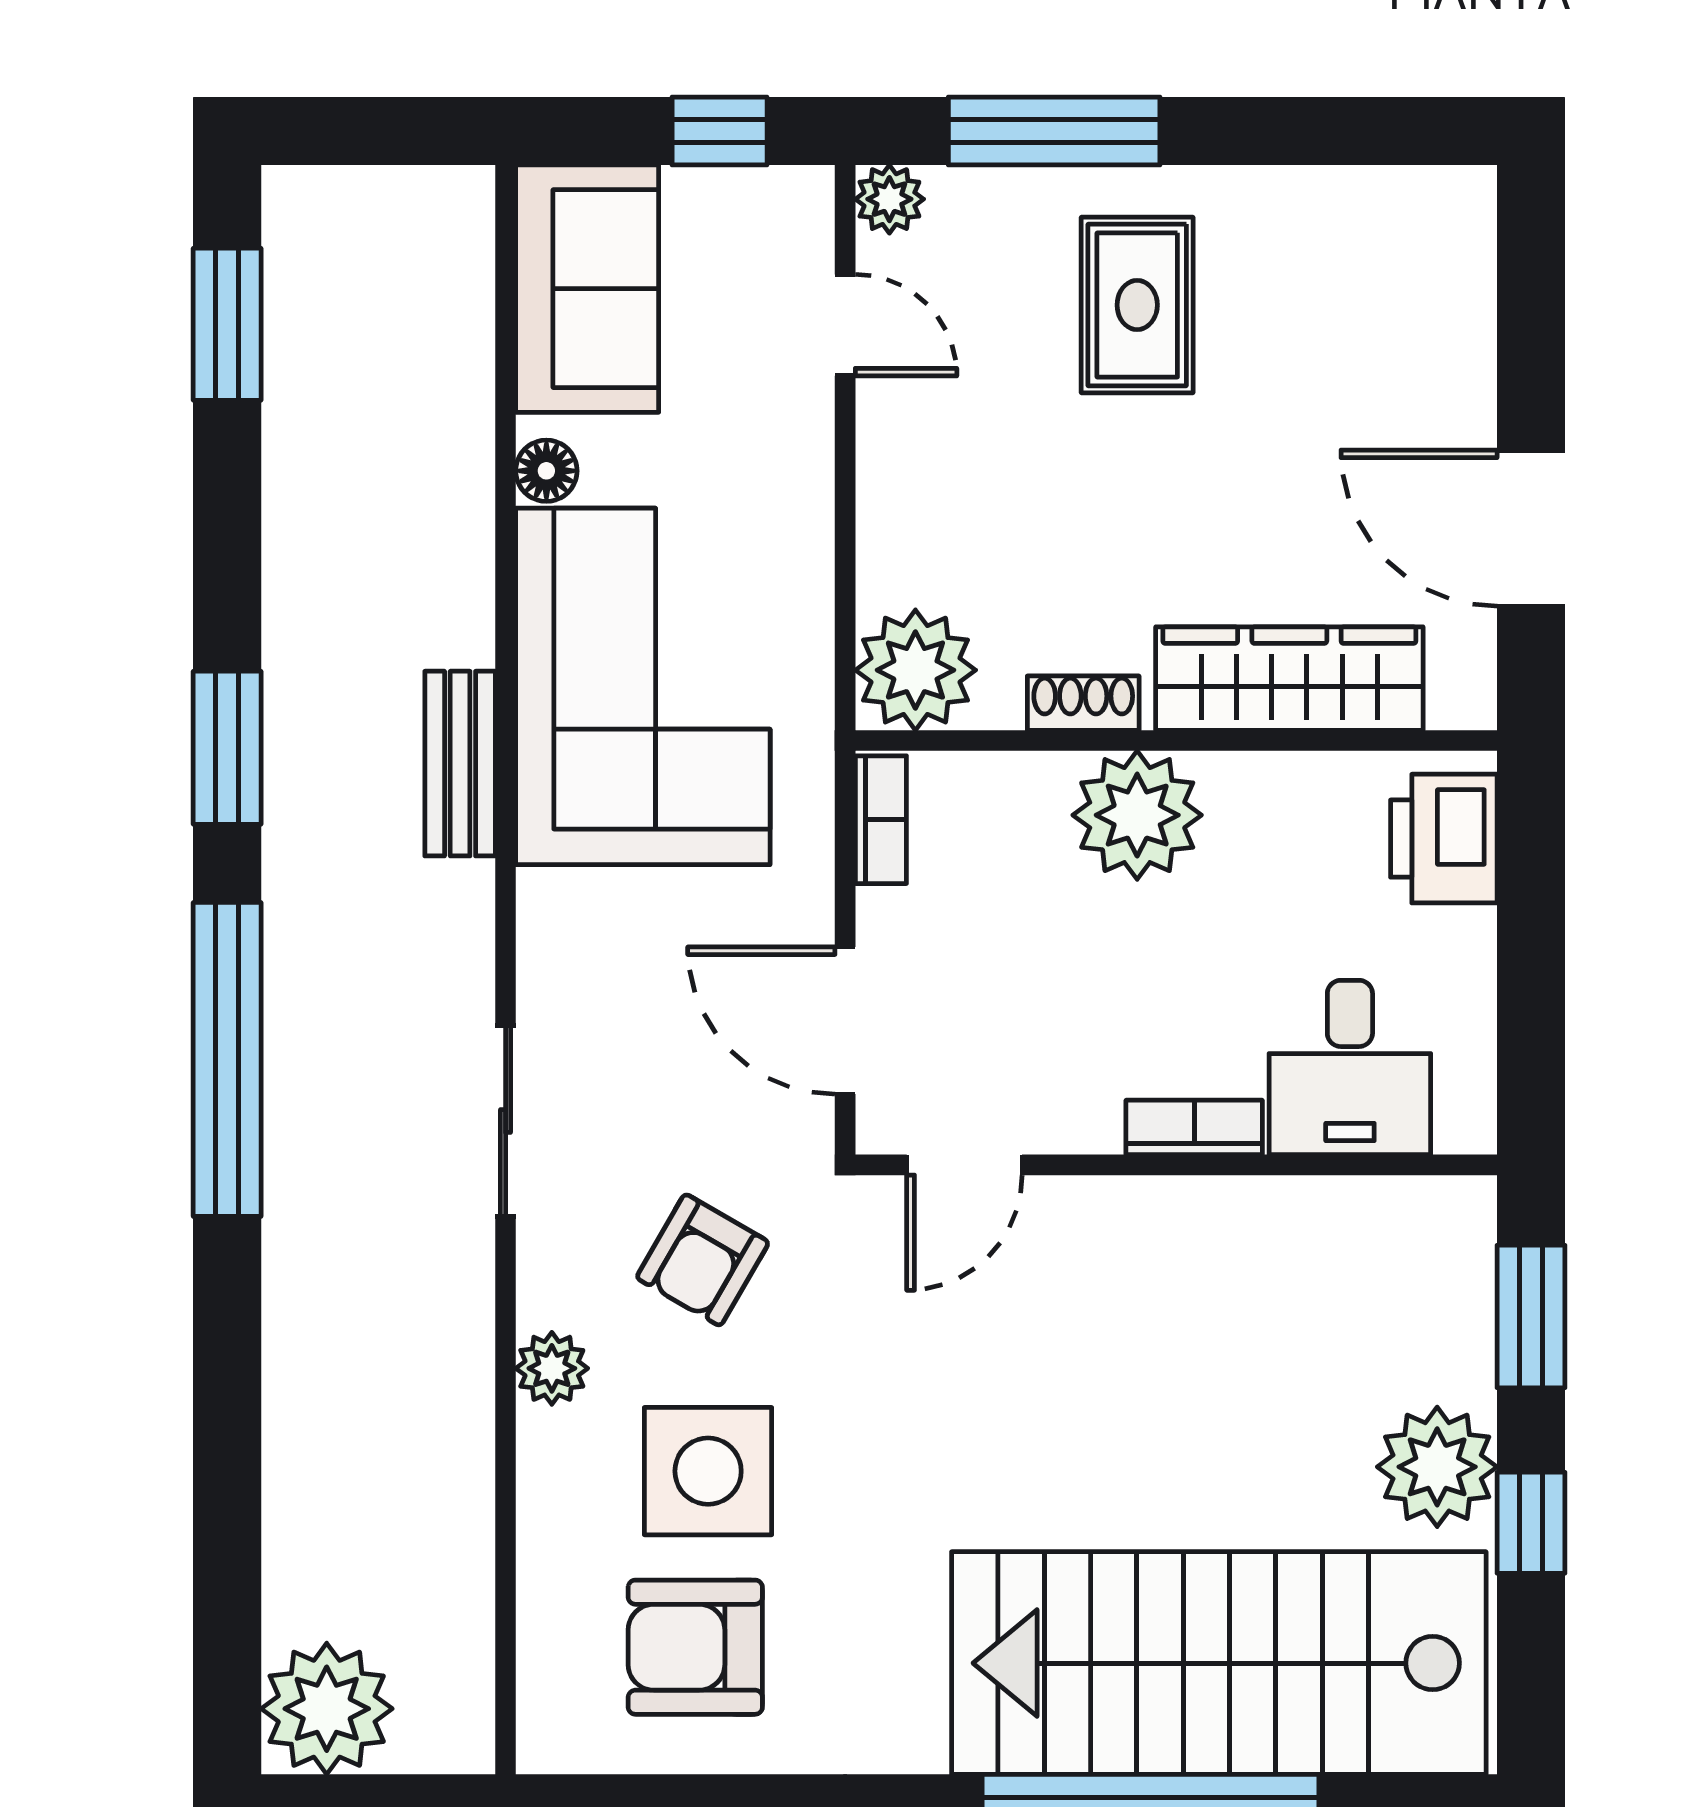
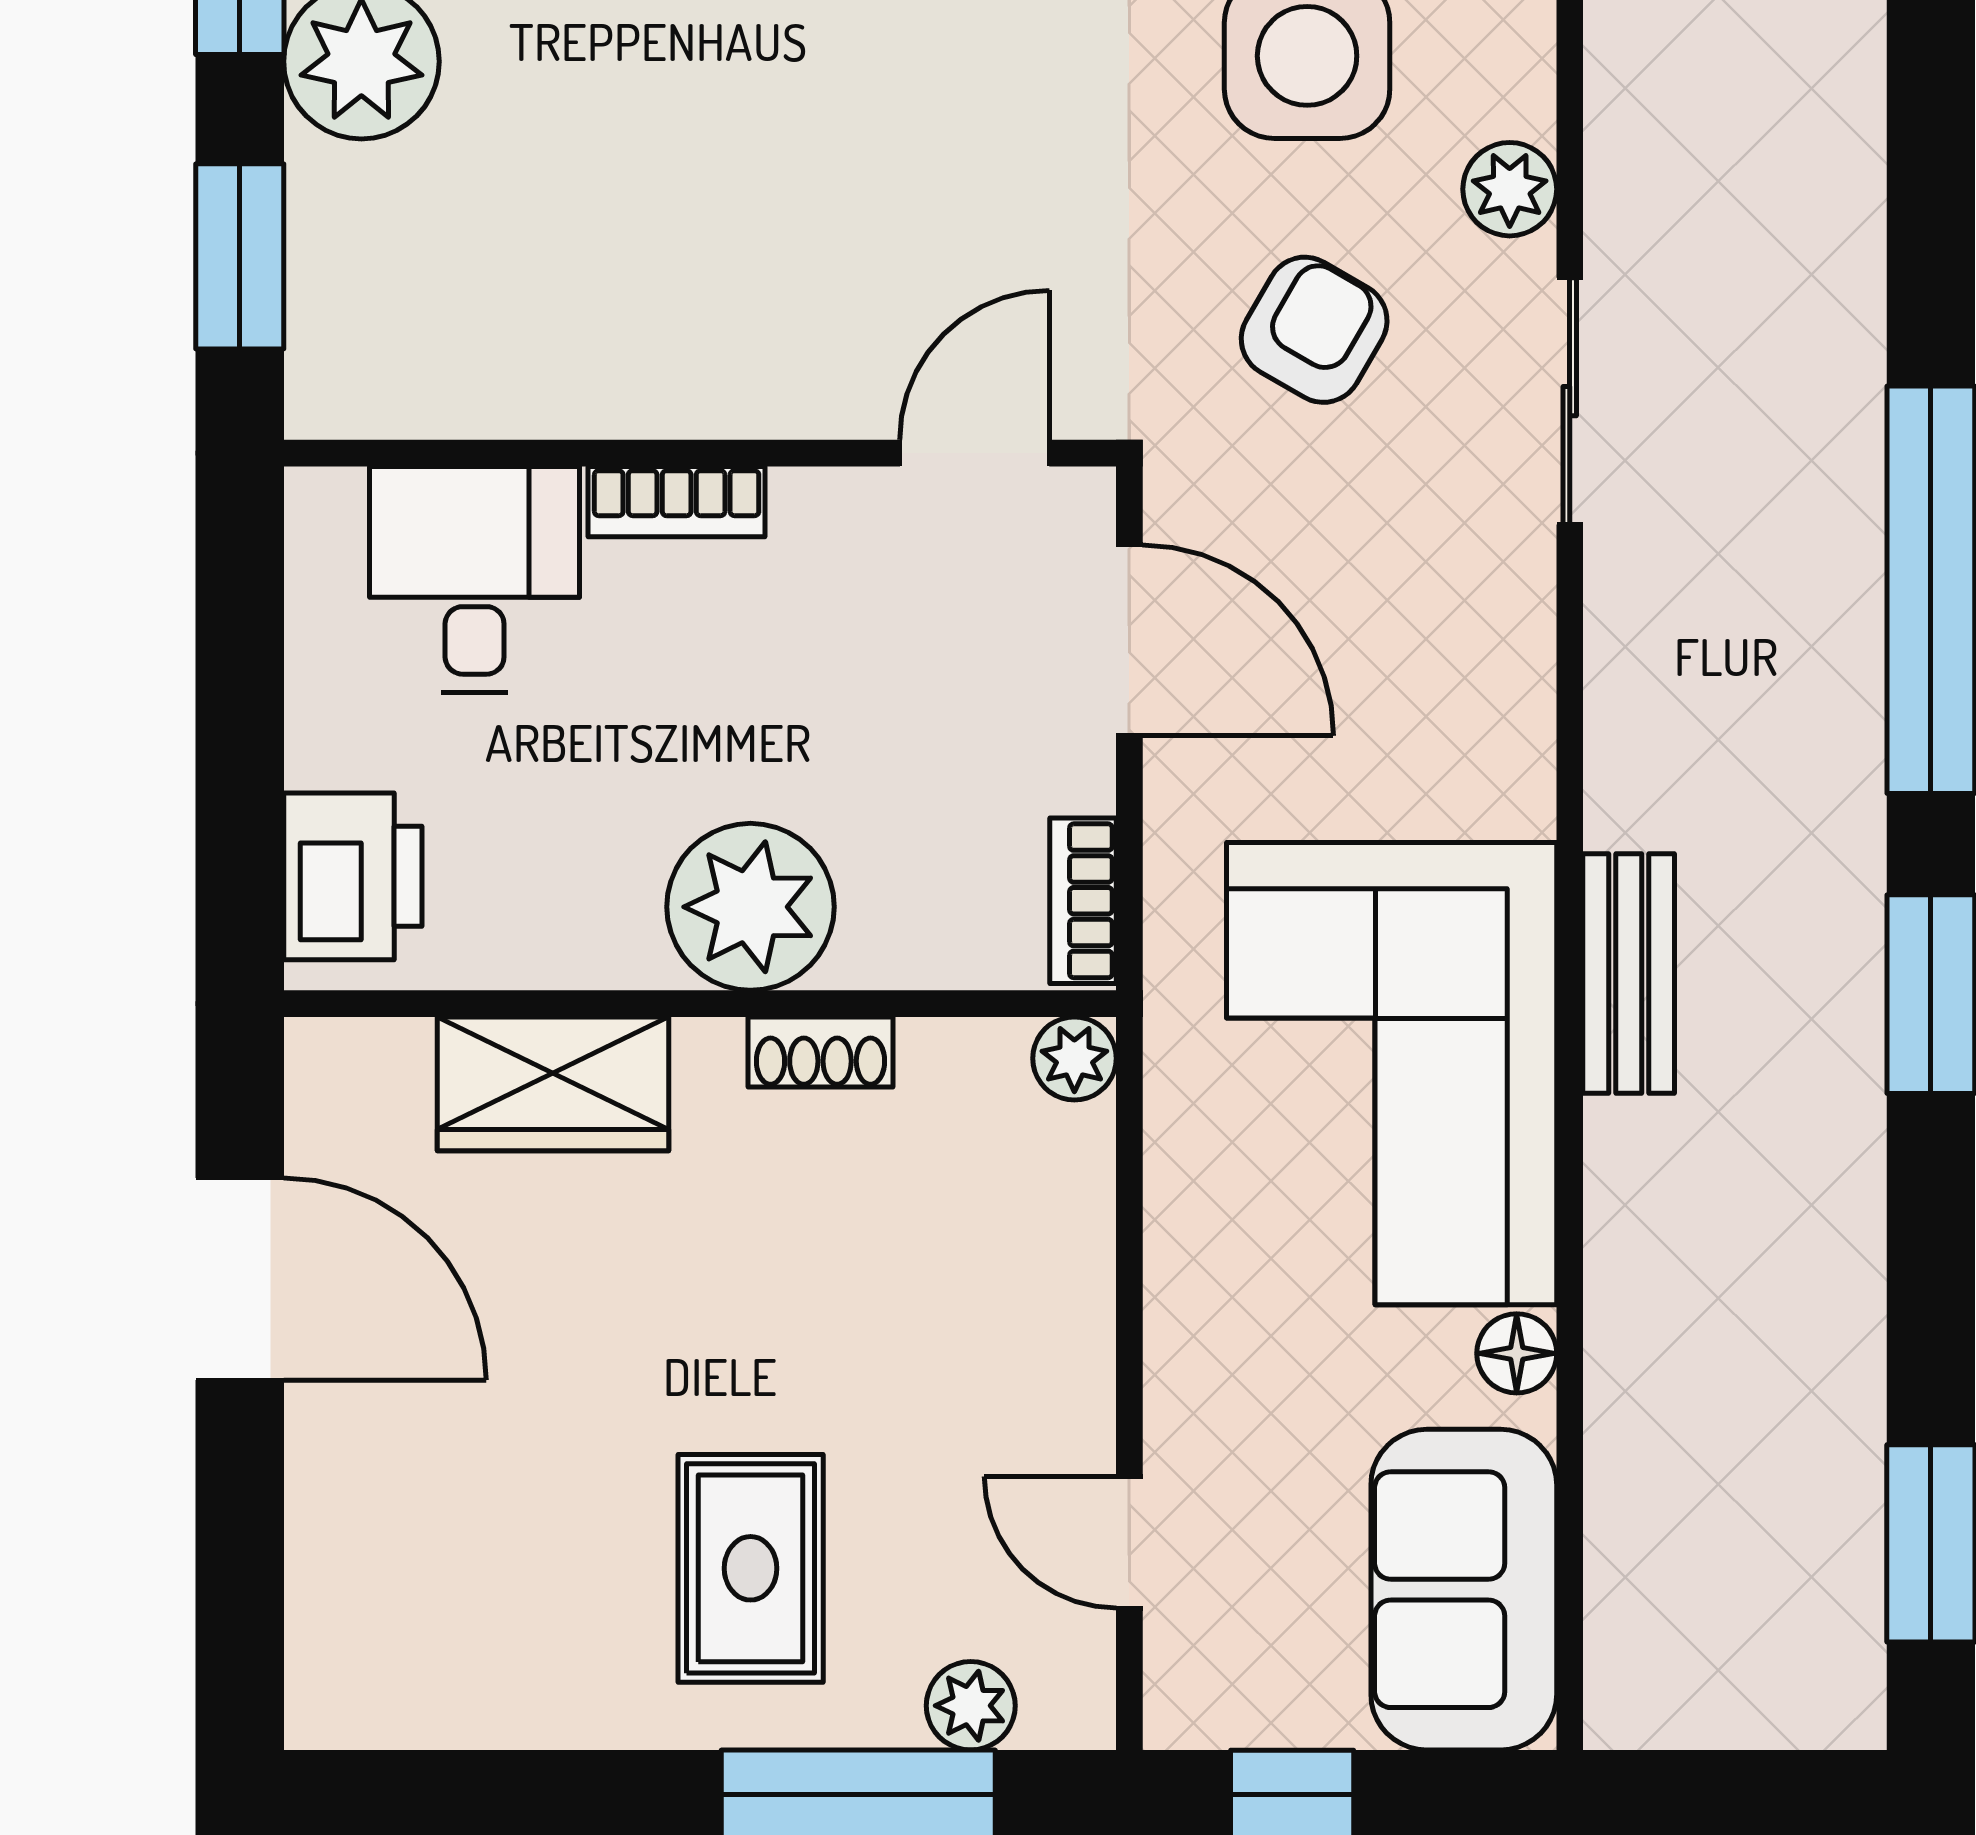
plant: (889, 199) -> (971, 1706), moved
plant: (915, 670) -> (1074, 1058), width x0.53, depth x0.53
wardrobe: (1289, 679) -> (553, 1084), width x0.67
sliding door: (506, 1121) -> (1570, 401), moved

